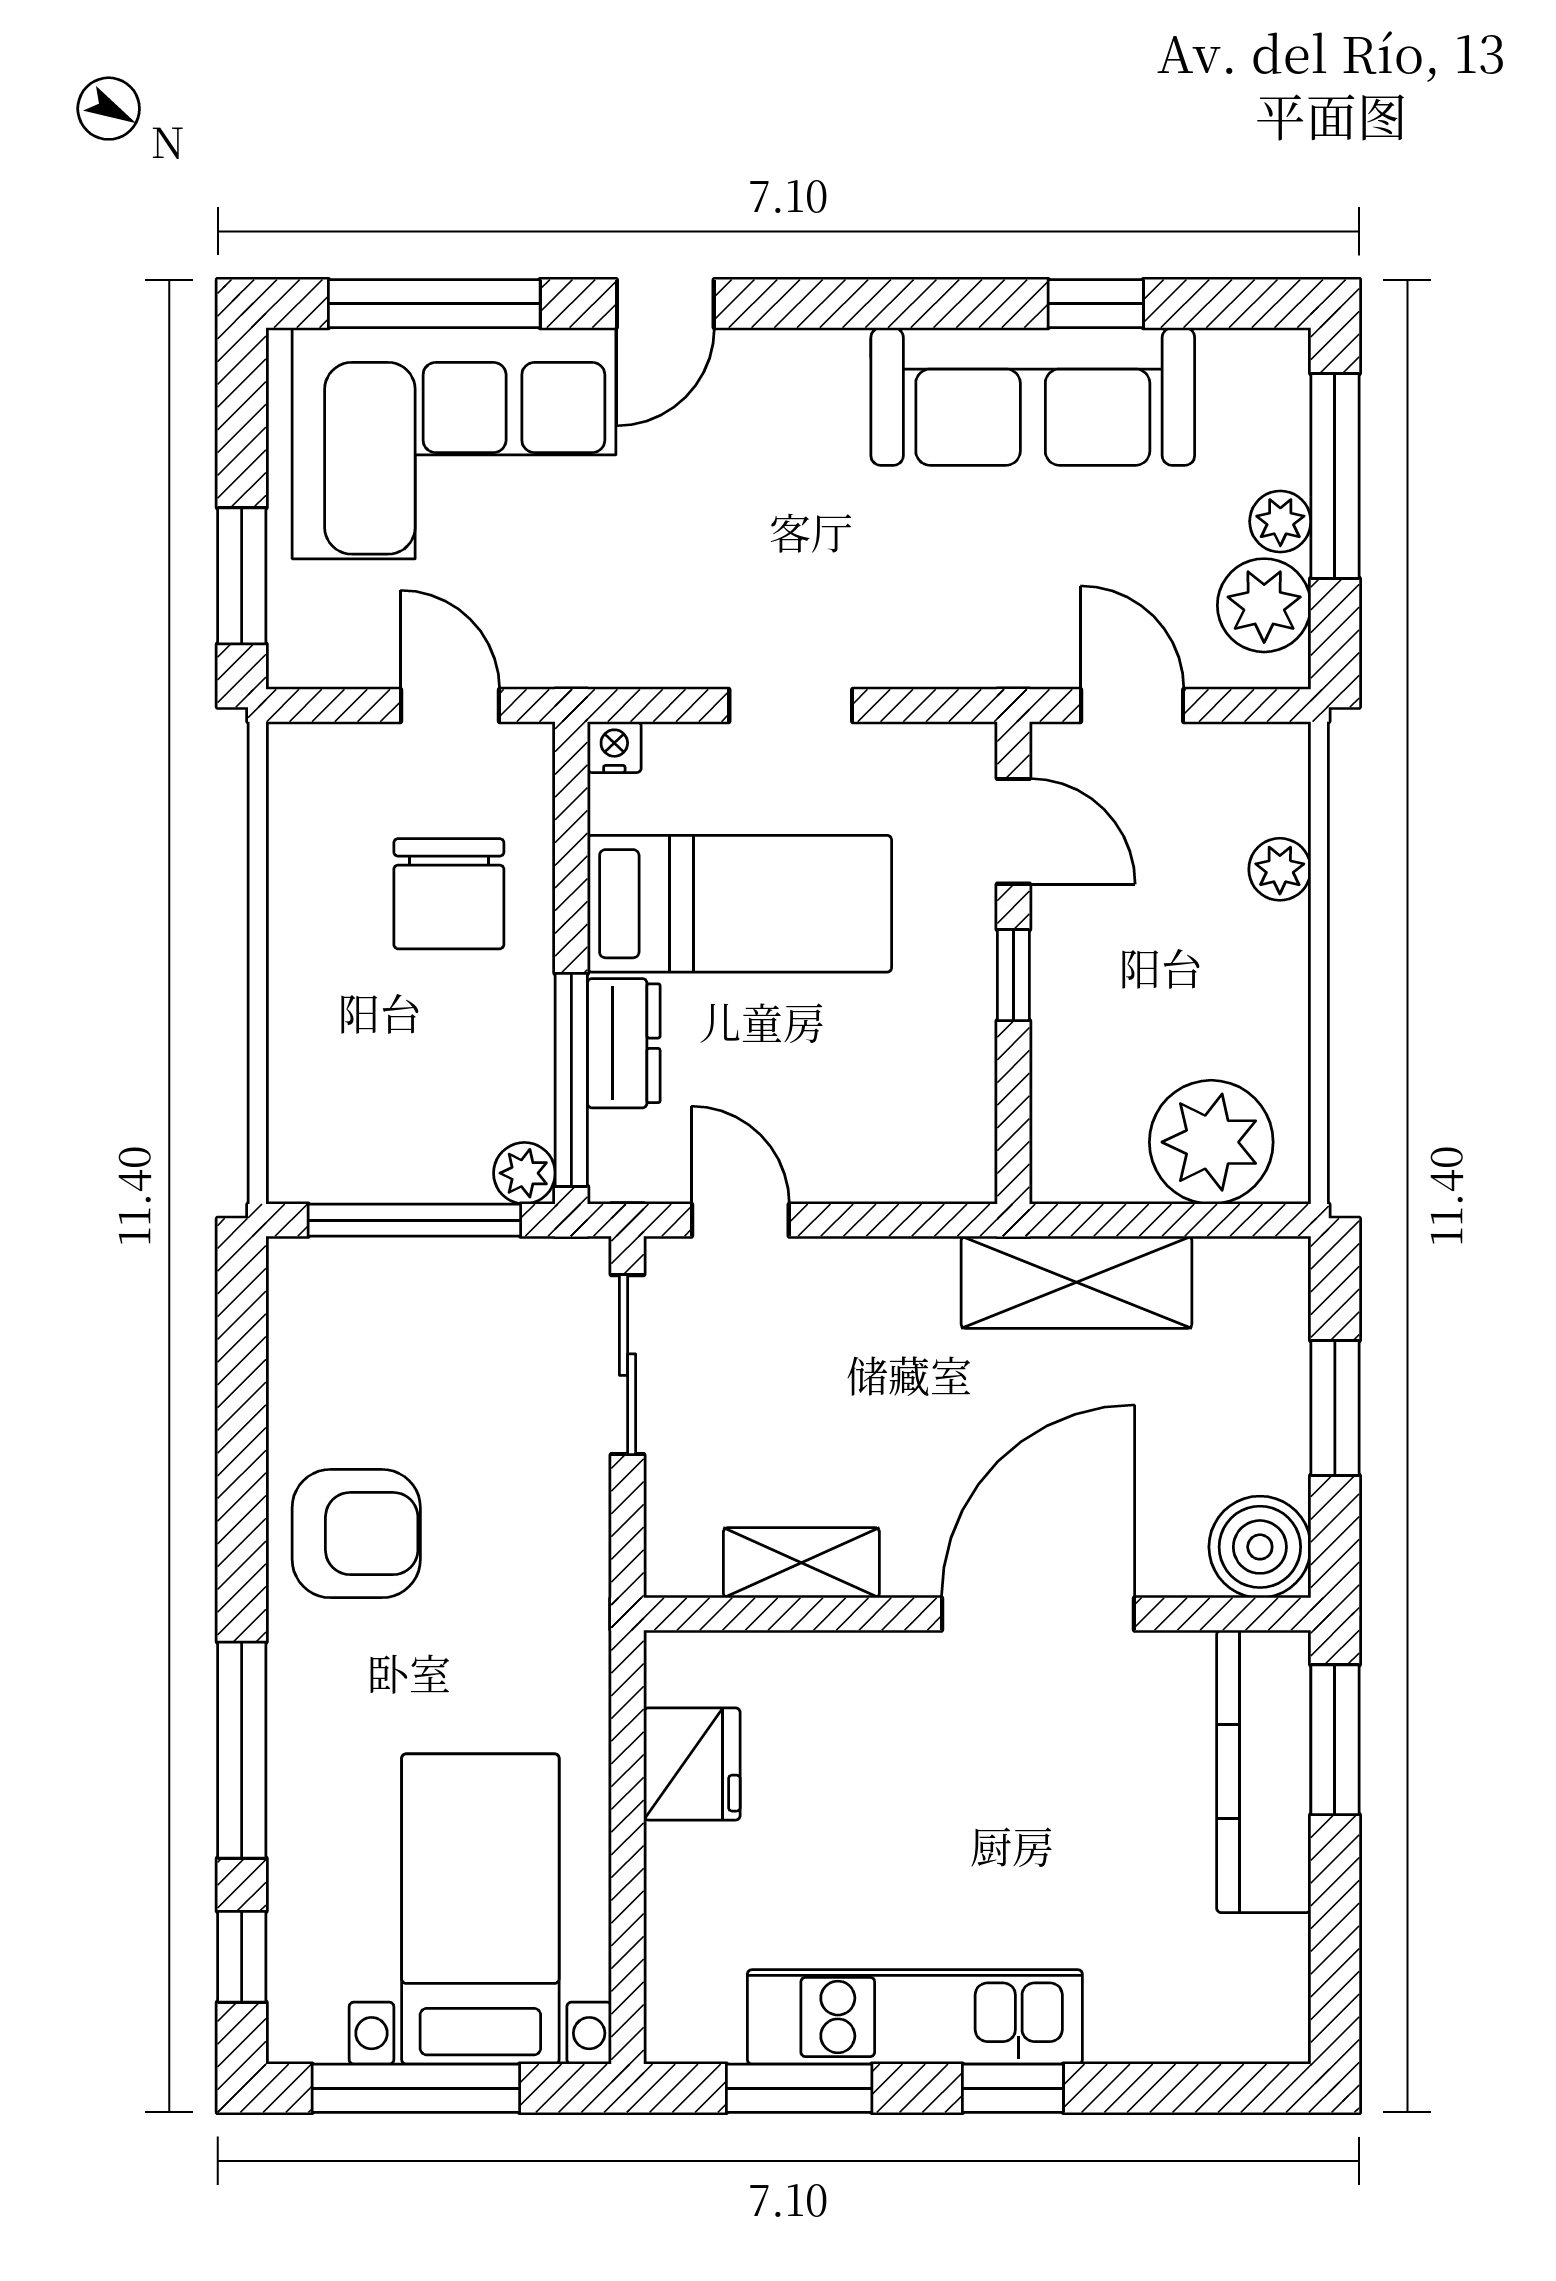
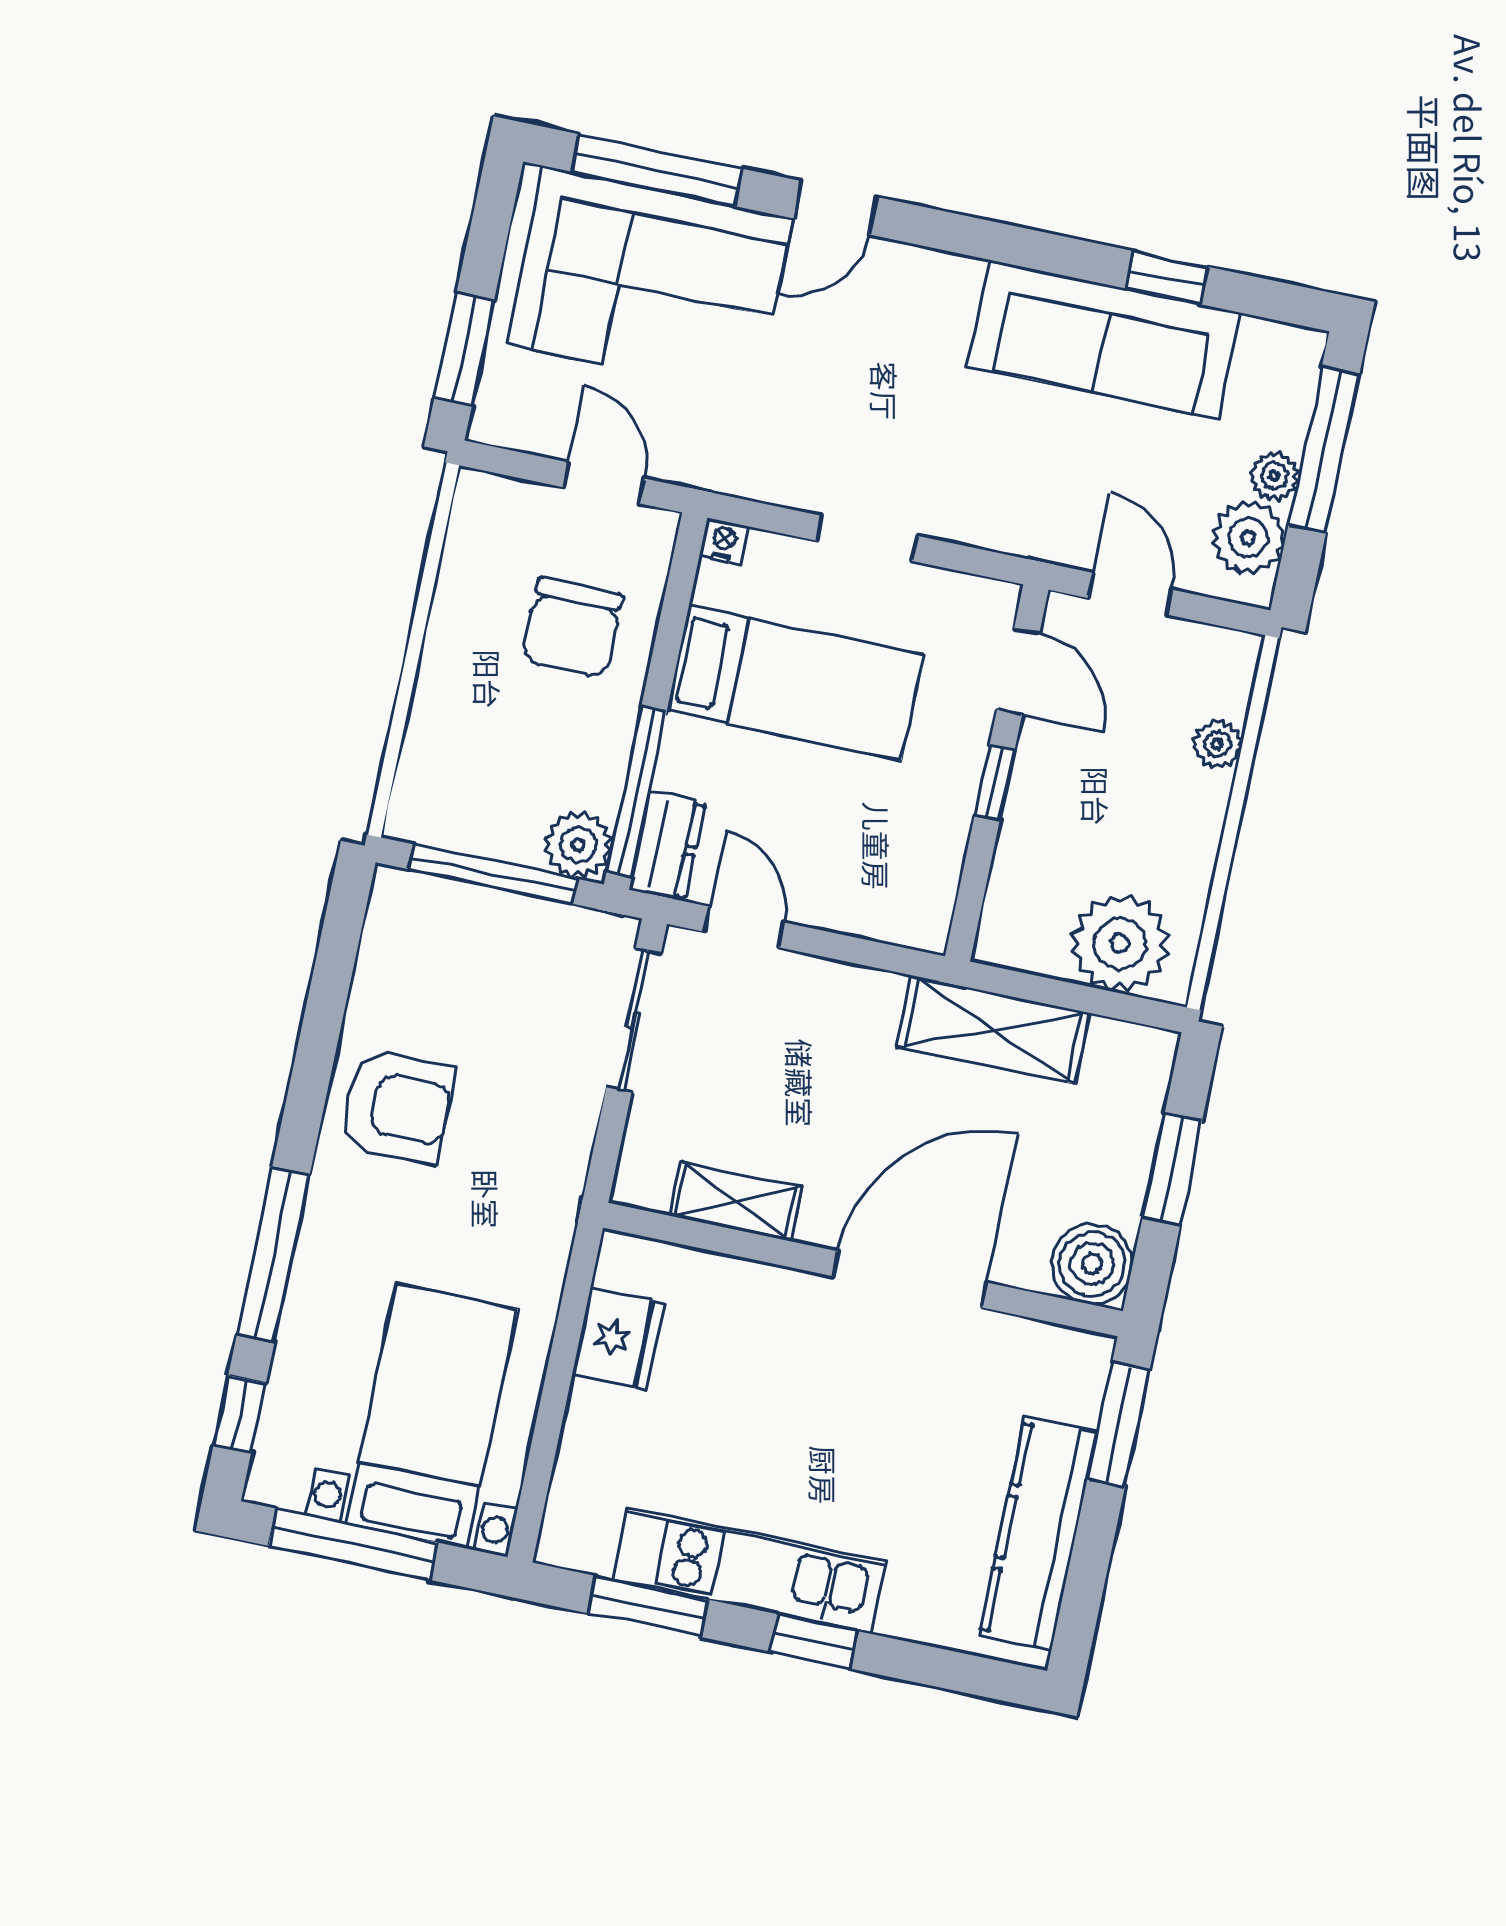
dresser: (624, 1043) -> (667, 846), moved
plant: (524, 1173) -> (578, 845), width x1.38, depth x1.38
kitchen counter: (1264, 1771) -> (1038, 1534), moved

